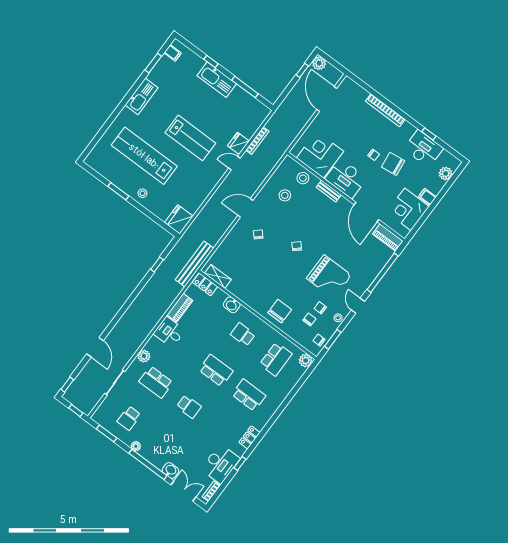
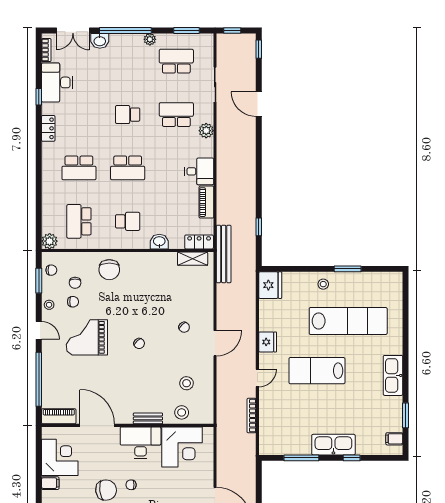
fridge: (238, 143) -> (268, 342), moved
school desk: (129, 418) -> (176, 61), width x1.85

